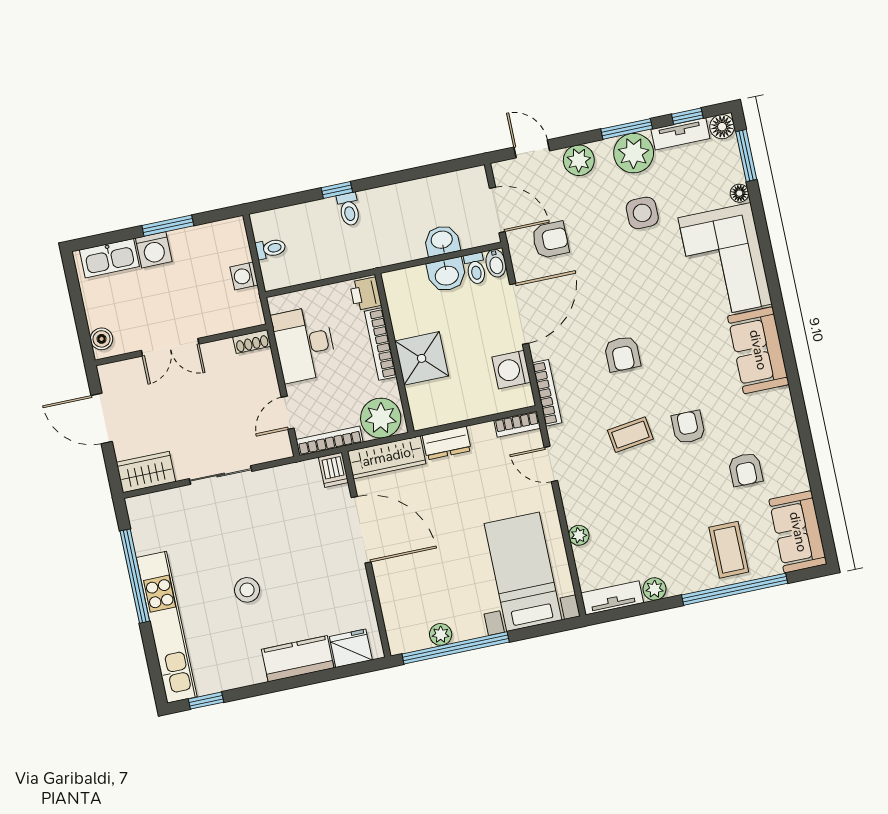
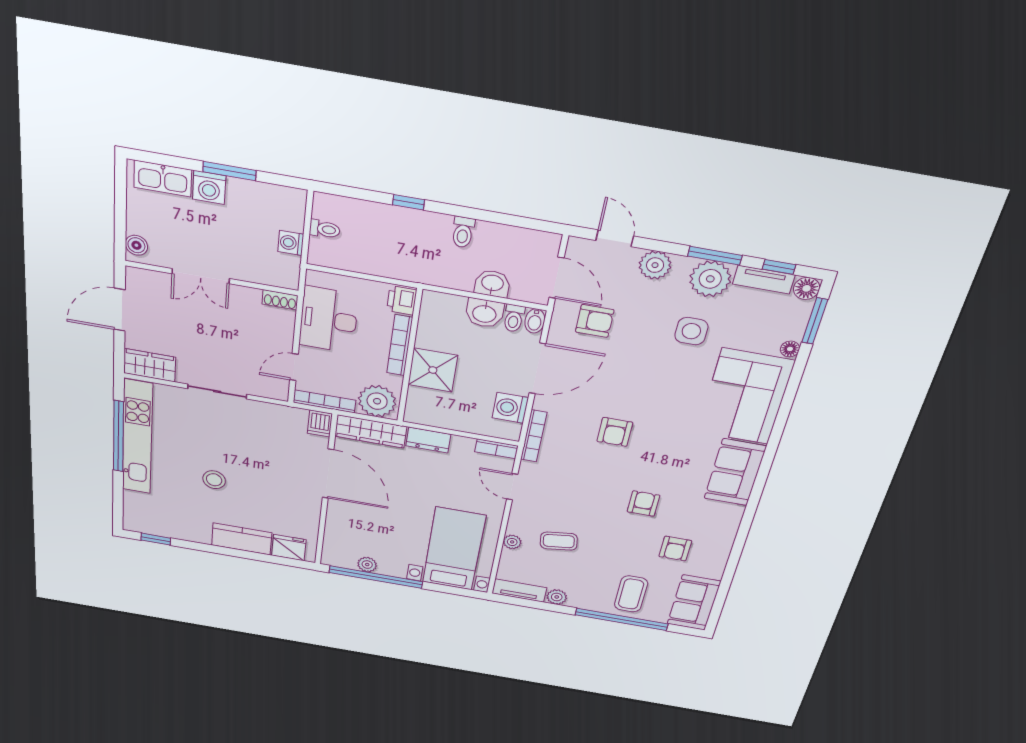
toilet: (349, 209) -> (463, 232), moved
door: (102, 419) -> (120, 310), hinge flipped
coffee table: (630, 435) -> (559, 541), moved
kitchen unit: (167, 627) -> (137, 437), moved

